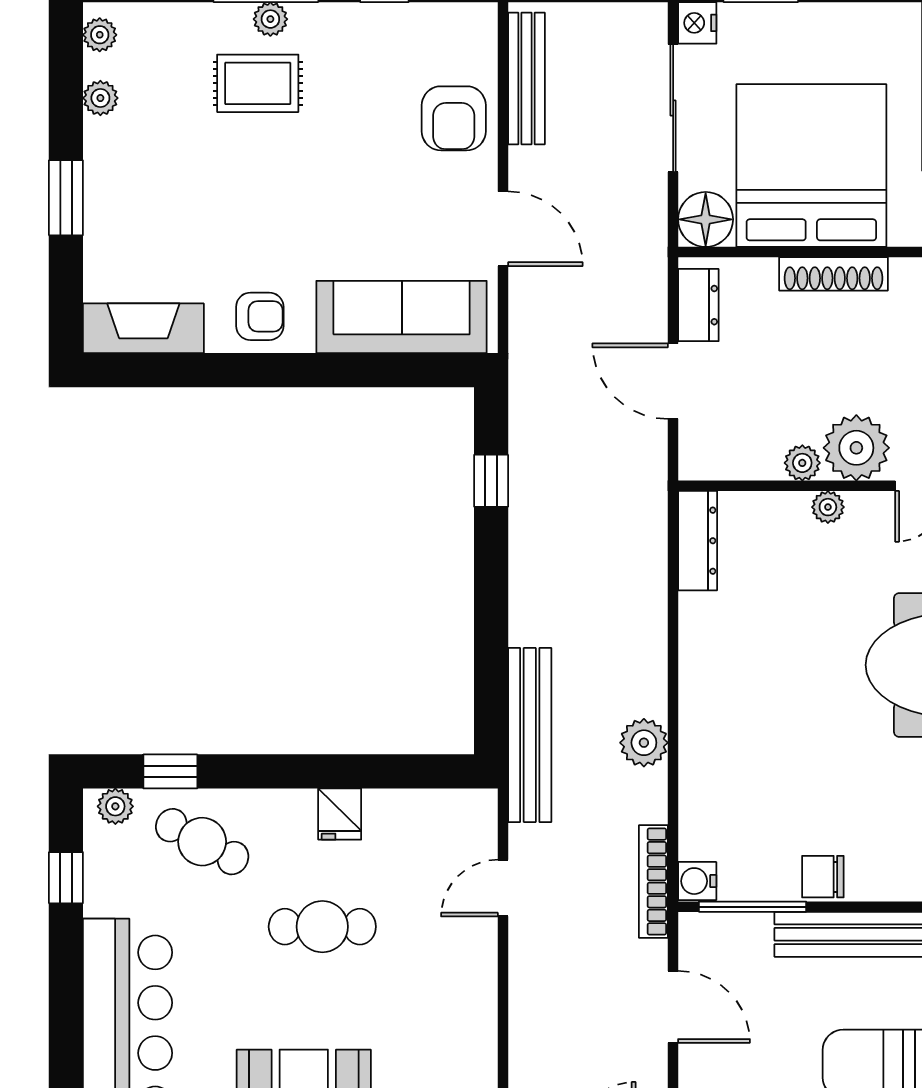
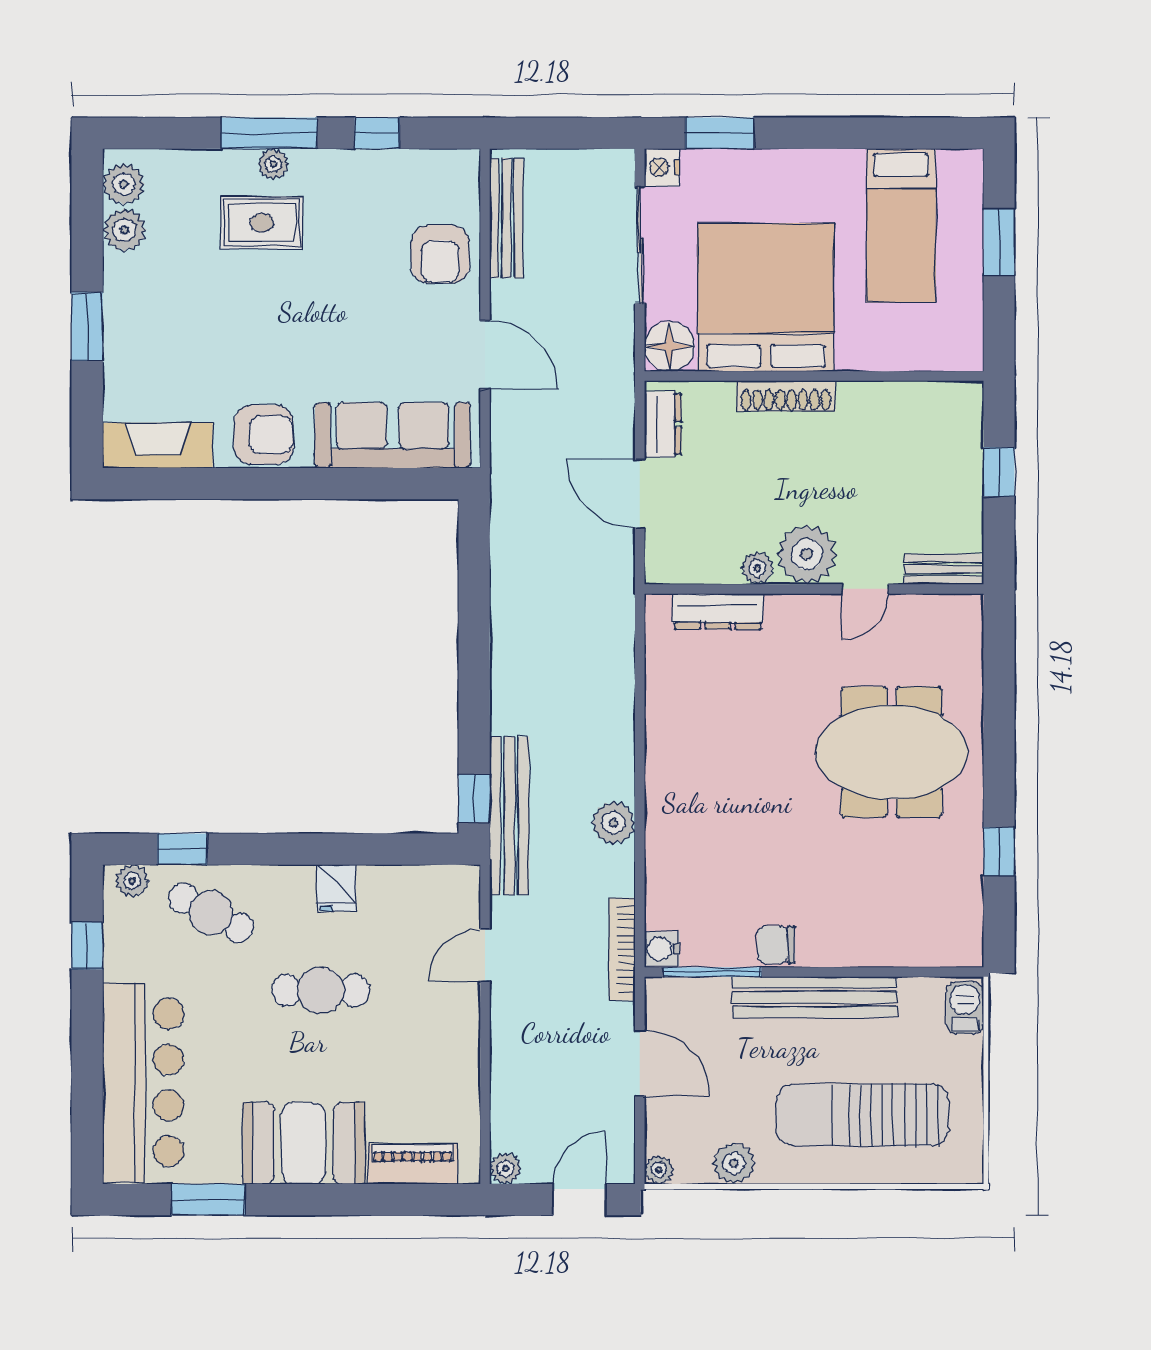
plant: (100, 35) -> (124, 184), width x1.38, depth x1.38
plant: (100, 98) -> (124, 230), width x1.38, depth x1.38
armchair: (260, 316) -> (264, 435), width x1.38, depth x1.38
window: (491, 481) -> (474, 798), moved
plant: (828, 507) -> (781, 608), removed
dresser: (698, 541) -> (718, 611), moved, turned 90

